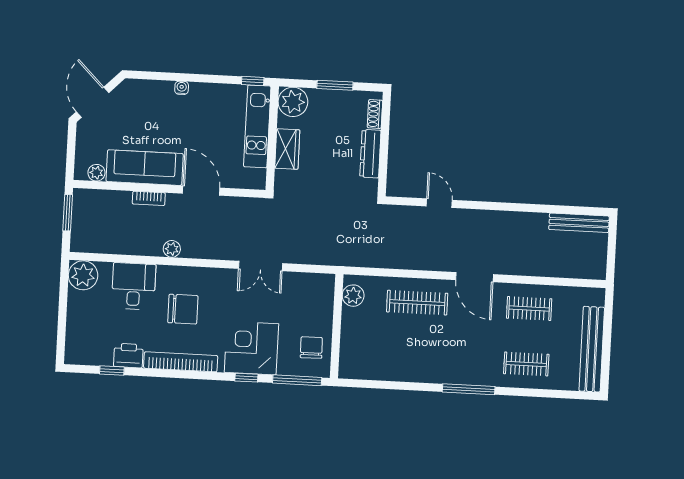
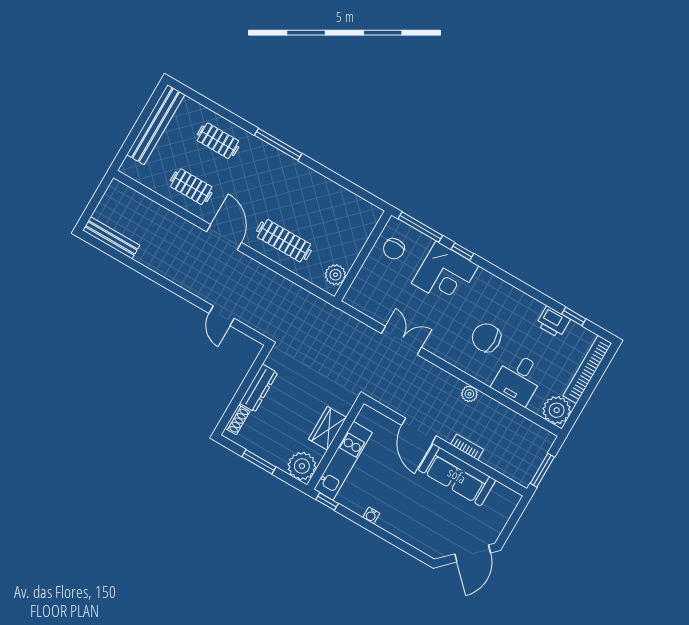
water cooler: (182, 88) -> (371, 515), moved
plant: (96, 173) -> (500, 492), removed
bookcase: (181, 362) -> (587, 369), moved, turned 90

